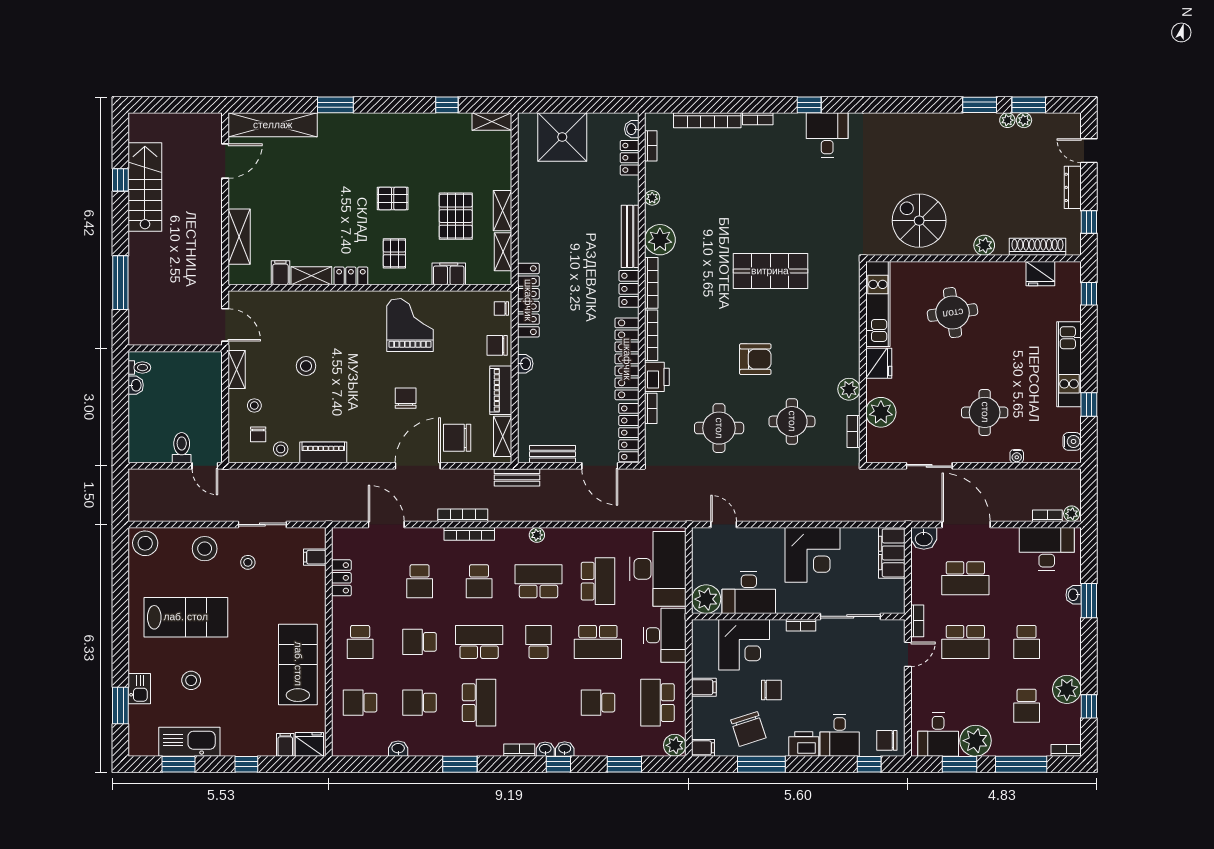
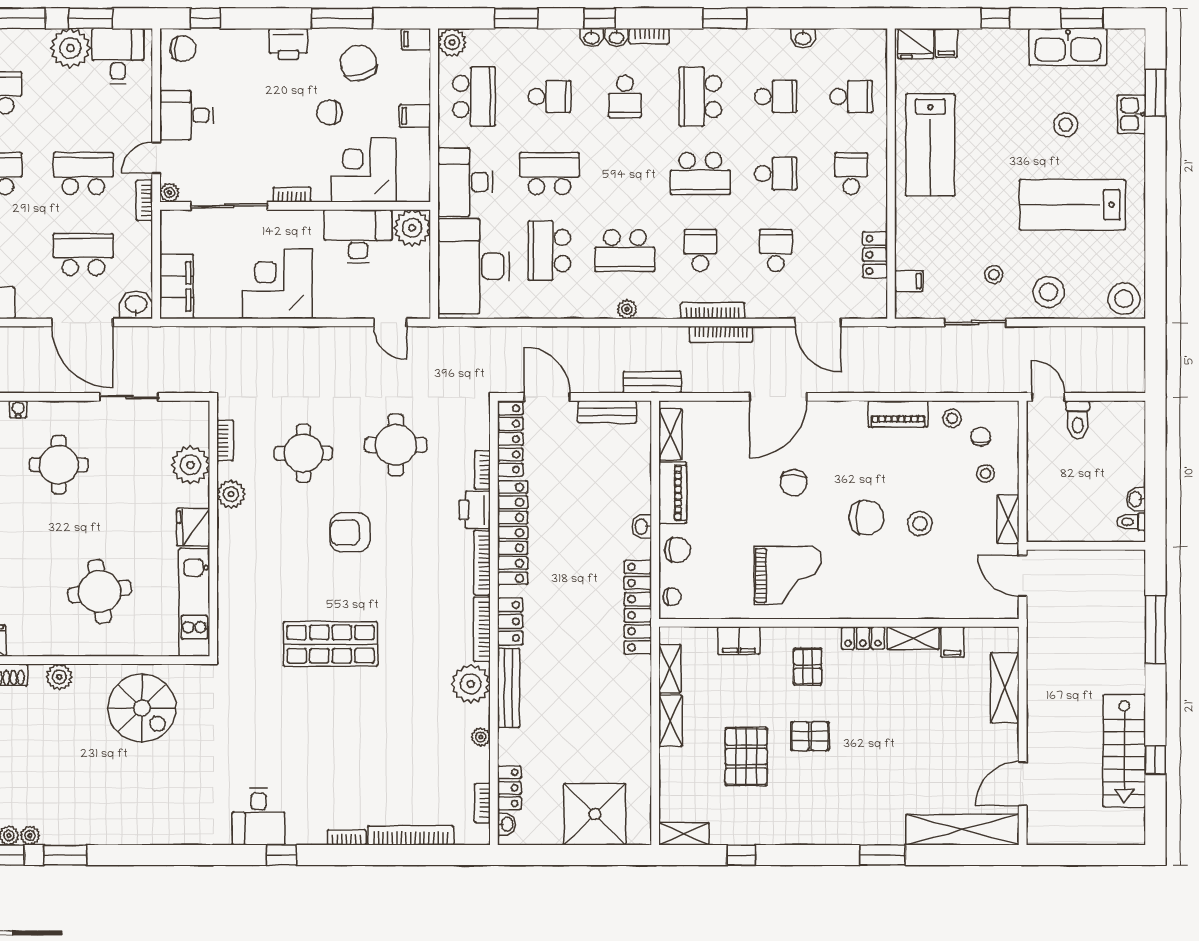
pallet: (456, 216) -> (746, 757), moved
grand piano: (410, 325) -> (788, 576), turned -90
chair: (457, 438) -> (866, 518), moved
plant: (897, 627) -> (169, 193), added
school desk: (539, 642) -> (625, 96), moved
desk: (840, 735) -> (187, 115), moved, turned -90

